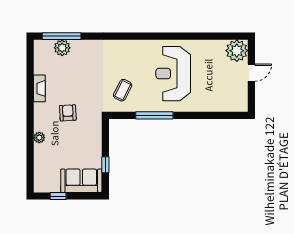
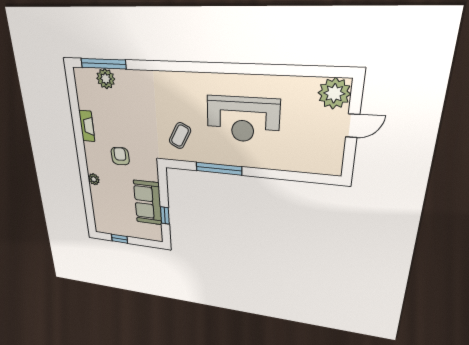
reception desk: (173, 74) -> (243, 119), turned -90
sofa: (81, 181) -> (148, 203), moved, turned -90

